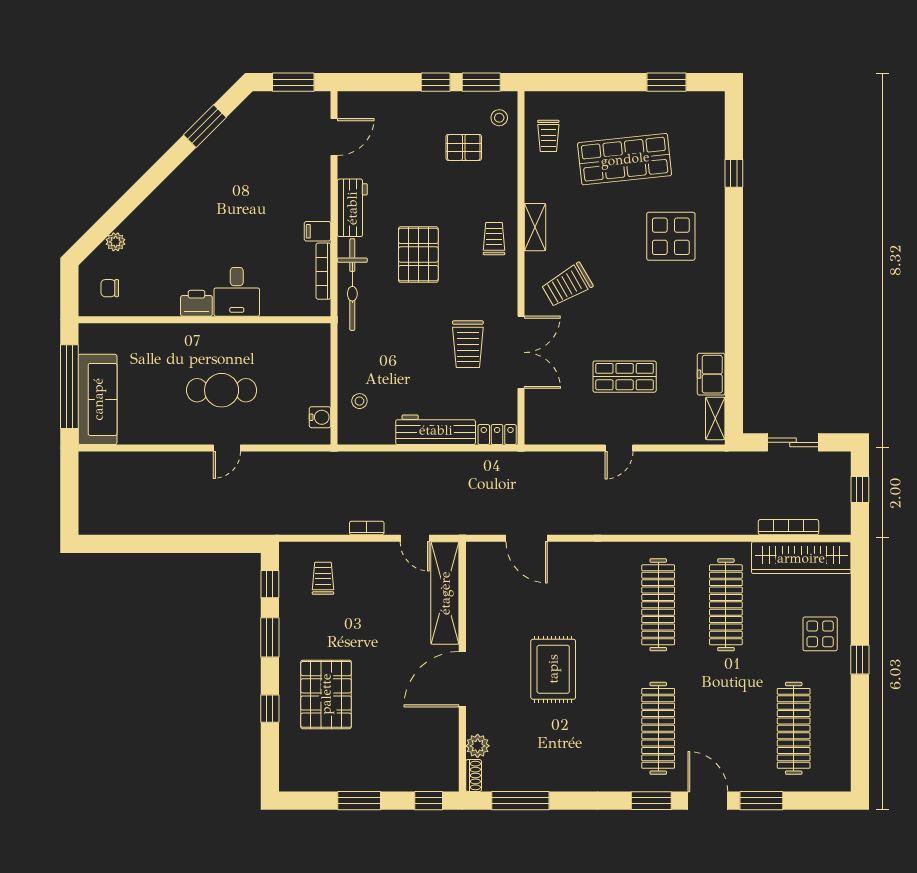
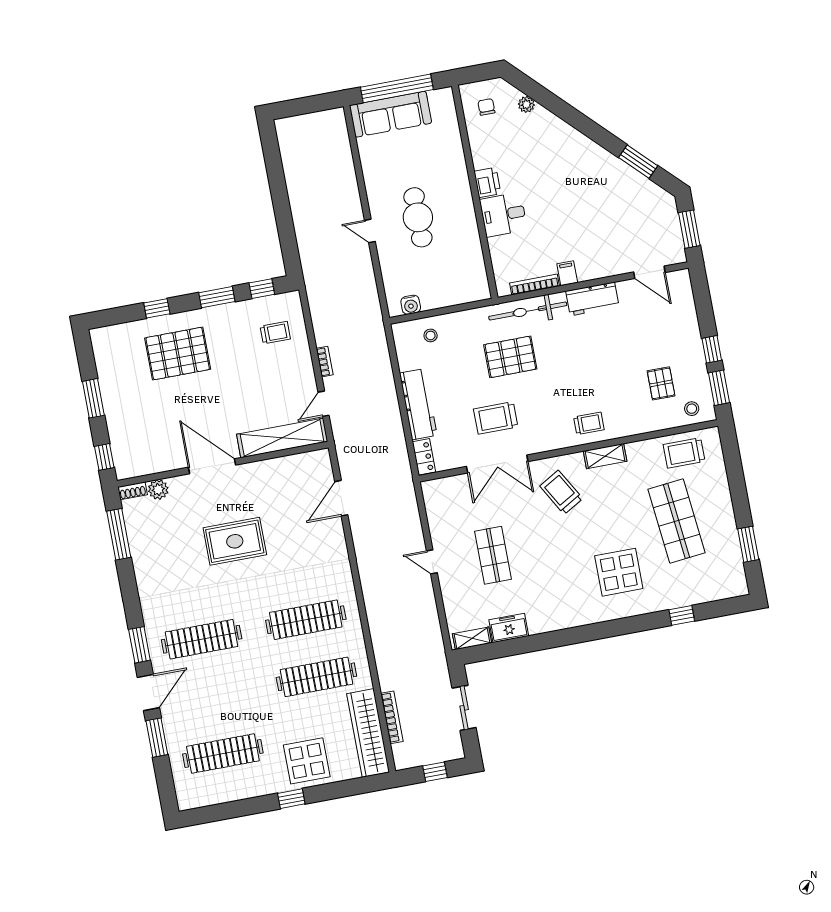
trolley: (548, 136) -> (684, 453), width x1.36, depth x1.39
pallet: (418, 255) -> (510, 357), moved
display table: (820, 634) -> (307, 761), width x1.36, depth x1.36

